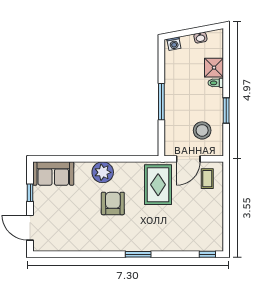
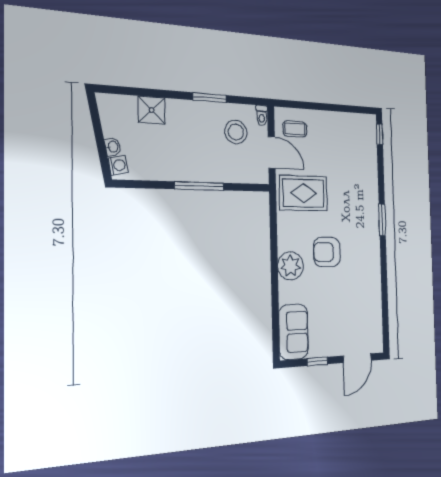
washbasin: (200, 38) -> (113, 147), moved
toilet: (216, 83) -> (262, 116), moved

